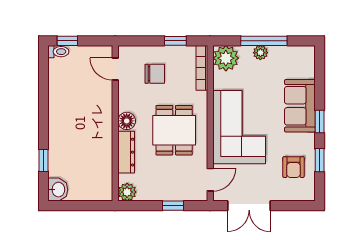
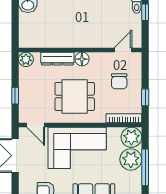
plant: (260, 53) -> (131, 159), width x1.88, depth x1.88

